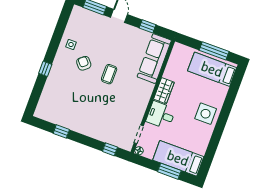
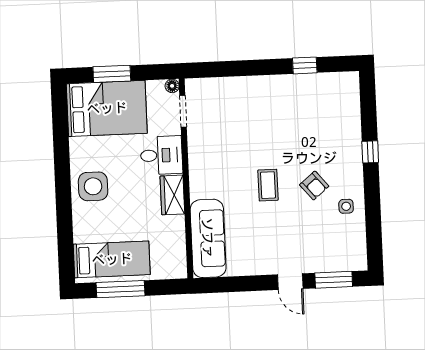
window: (148, 26) -> (239, 284), removed
window: (110, 149) -> (218, 69), removed
bed: (178, 158) -> (107, 108), width x1.50

